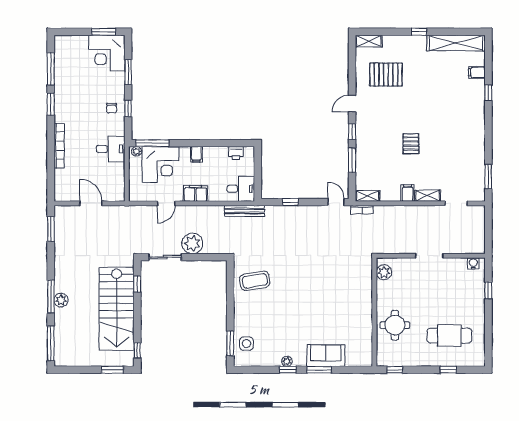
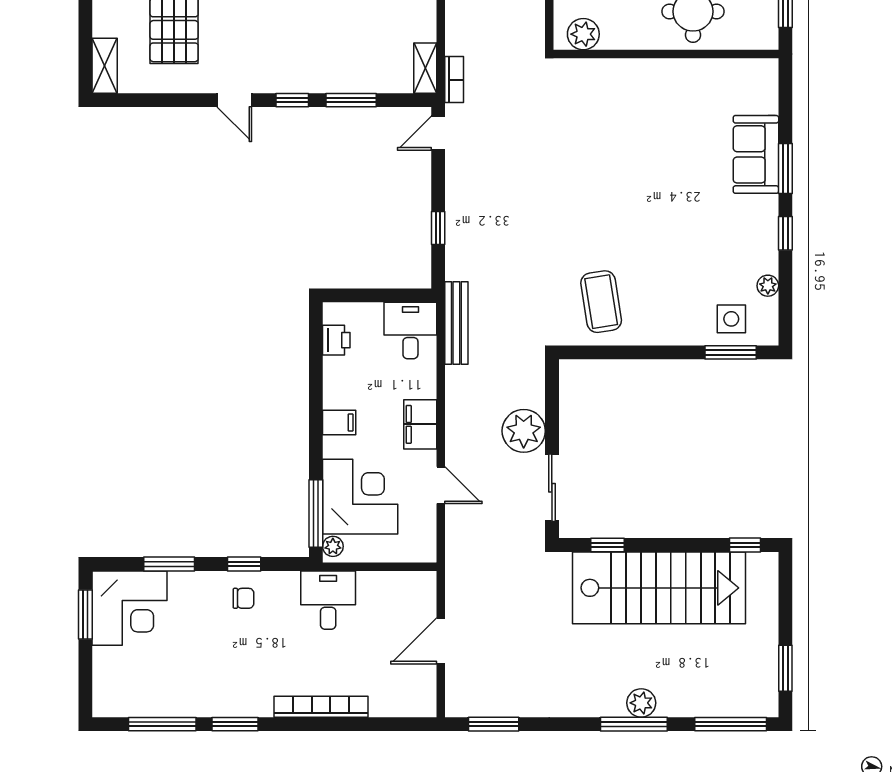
plant: (287, 361) -> (768, 286), moved
window: (112, 370) -> (785, 668), moved

